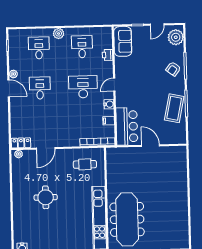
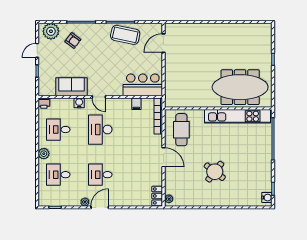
door: (157, 25) -> (37, 50), swing flipped
sofa: (123, 41) -> (72, 87), moved
printer: (107, 55) -> (44, 103), moved
armchair: (173, 69) -> (73, 41), moved
water cooler: (109, 104) -> (79, 103), moved
door: (150, 146) -> (163, 43), moved
door: (46, 148) -> (163, 157), moved
cafe table: (85, 164) -> (181, 130), width x1.37, depth x1.35
round table: (46, 197) -> (215, 172), turned 38

